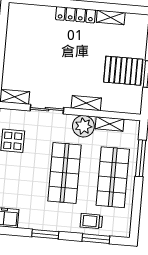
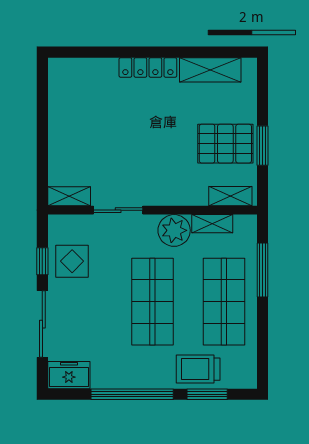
shelving: (111, 17) -> (210, 70), width x1.50, depth x1.33
shelving: (86, 103) -> (230, 196), moved
trolley: (91, 221) -> (198, 369), width x1.36, depth x1.39
window: (45, 234) -> (132, 394), width x2.11

